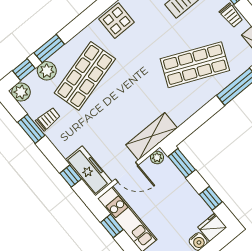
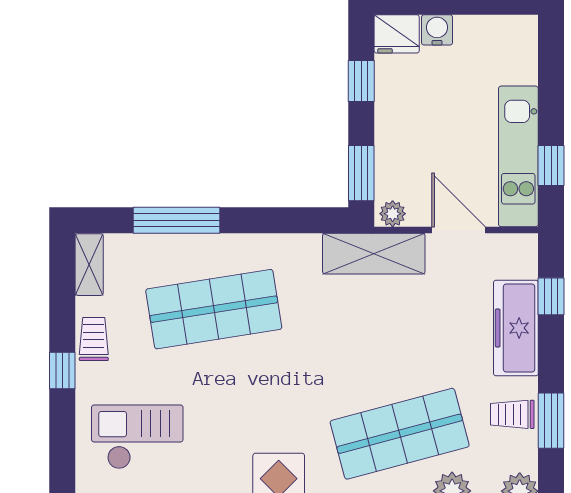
shop shelf: (195, 65) -> (214, 309), turned -33
freezer: (89, 171) -> (516, 328), moved

